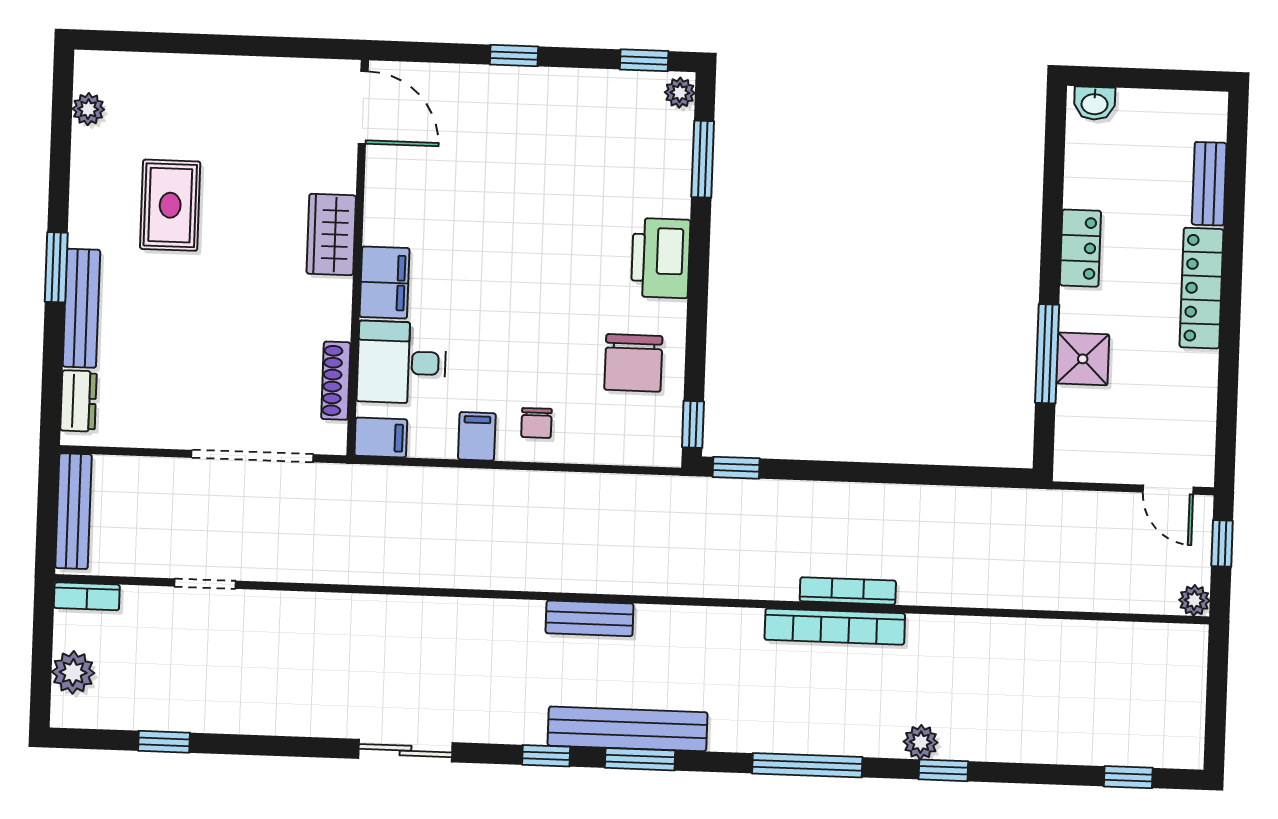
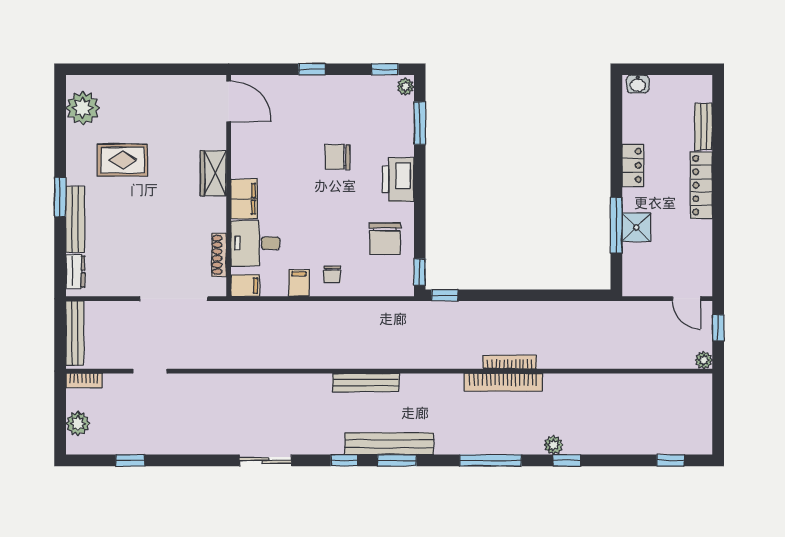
plant: (88, 109) -> (83, 108), width x1.88, depth x1.88
rug: (170, 205) -> (123, 160), turned 90
chair: (554, 214) -> (338, 157), added
bench: (590, 618) -> (366, 383), width x1.36

